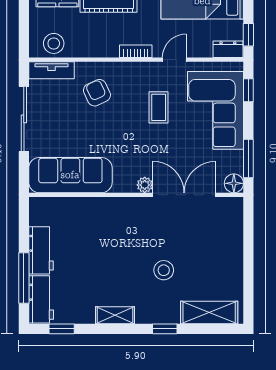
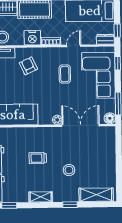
nightstand: (104, 45) -> (32, 38), added
trolley: (111, 249) -> (38, 158), added

